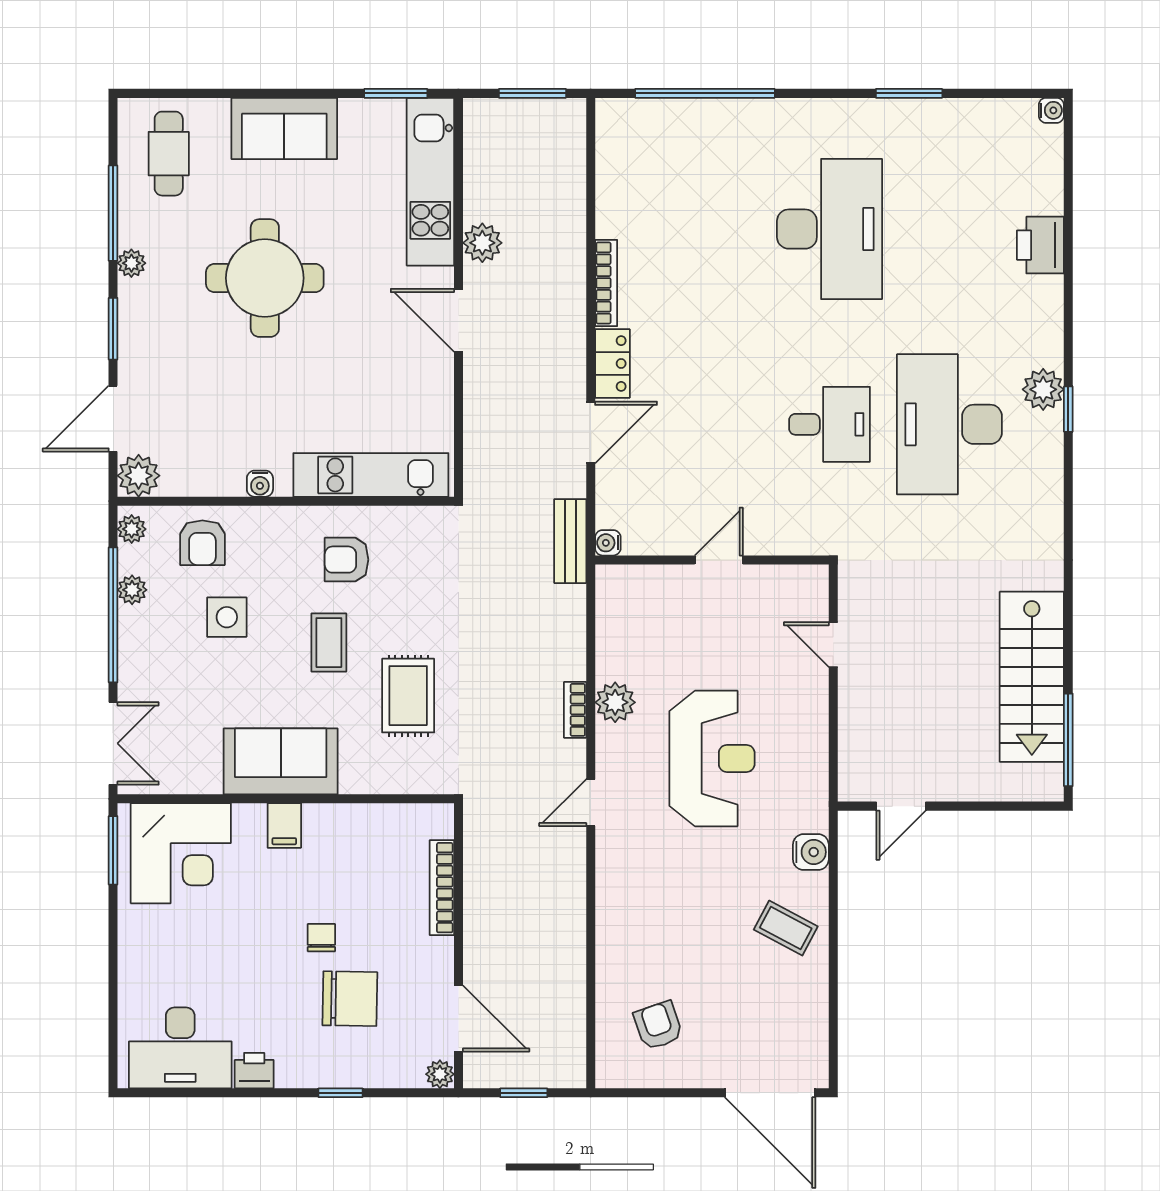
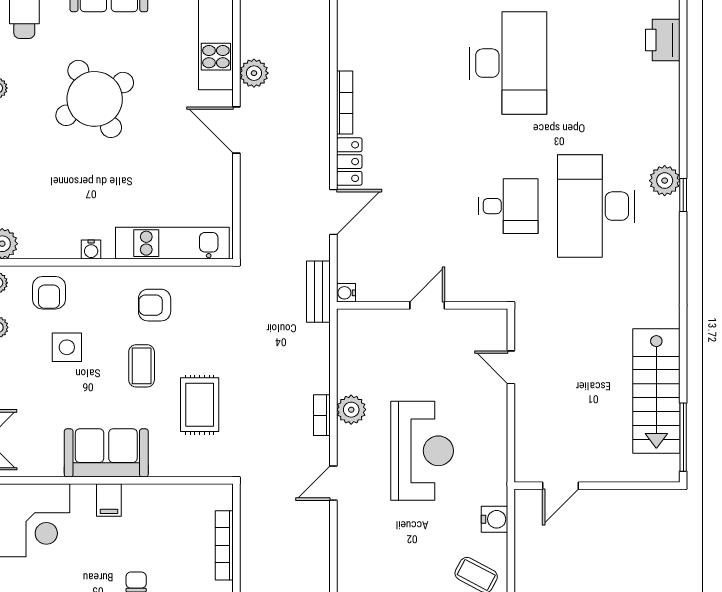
printer: (1040, 245) -> (663, 40), moved
round table: (265, 278) -> (95, 99), turned -30

